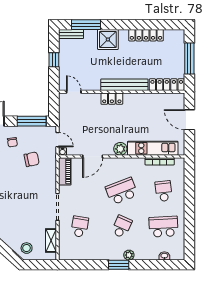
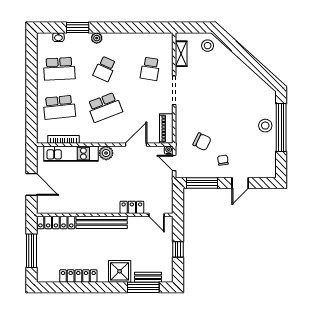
bench: (71, 34) -> (148, 277), moved
locker: (112, 99) -> (132, 207), moved
chair: (32, 159) -> (202, 142), turned -142
school desk: (164, 191) -> (59, 107), width x1.85
window: (119, 265) -> (78, 28), moved

